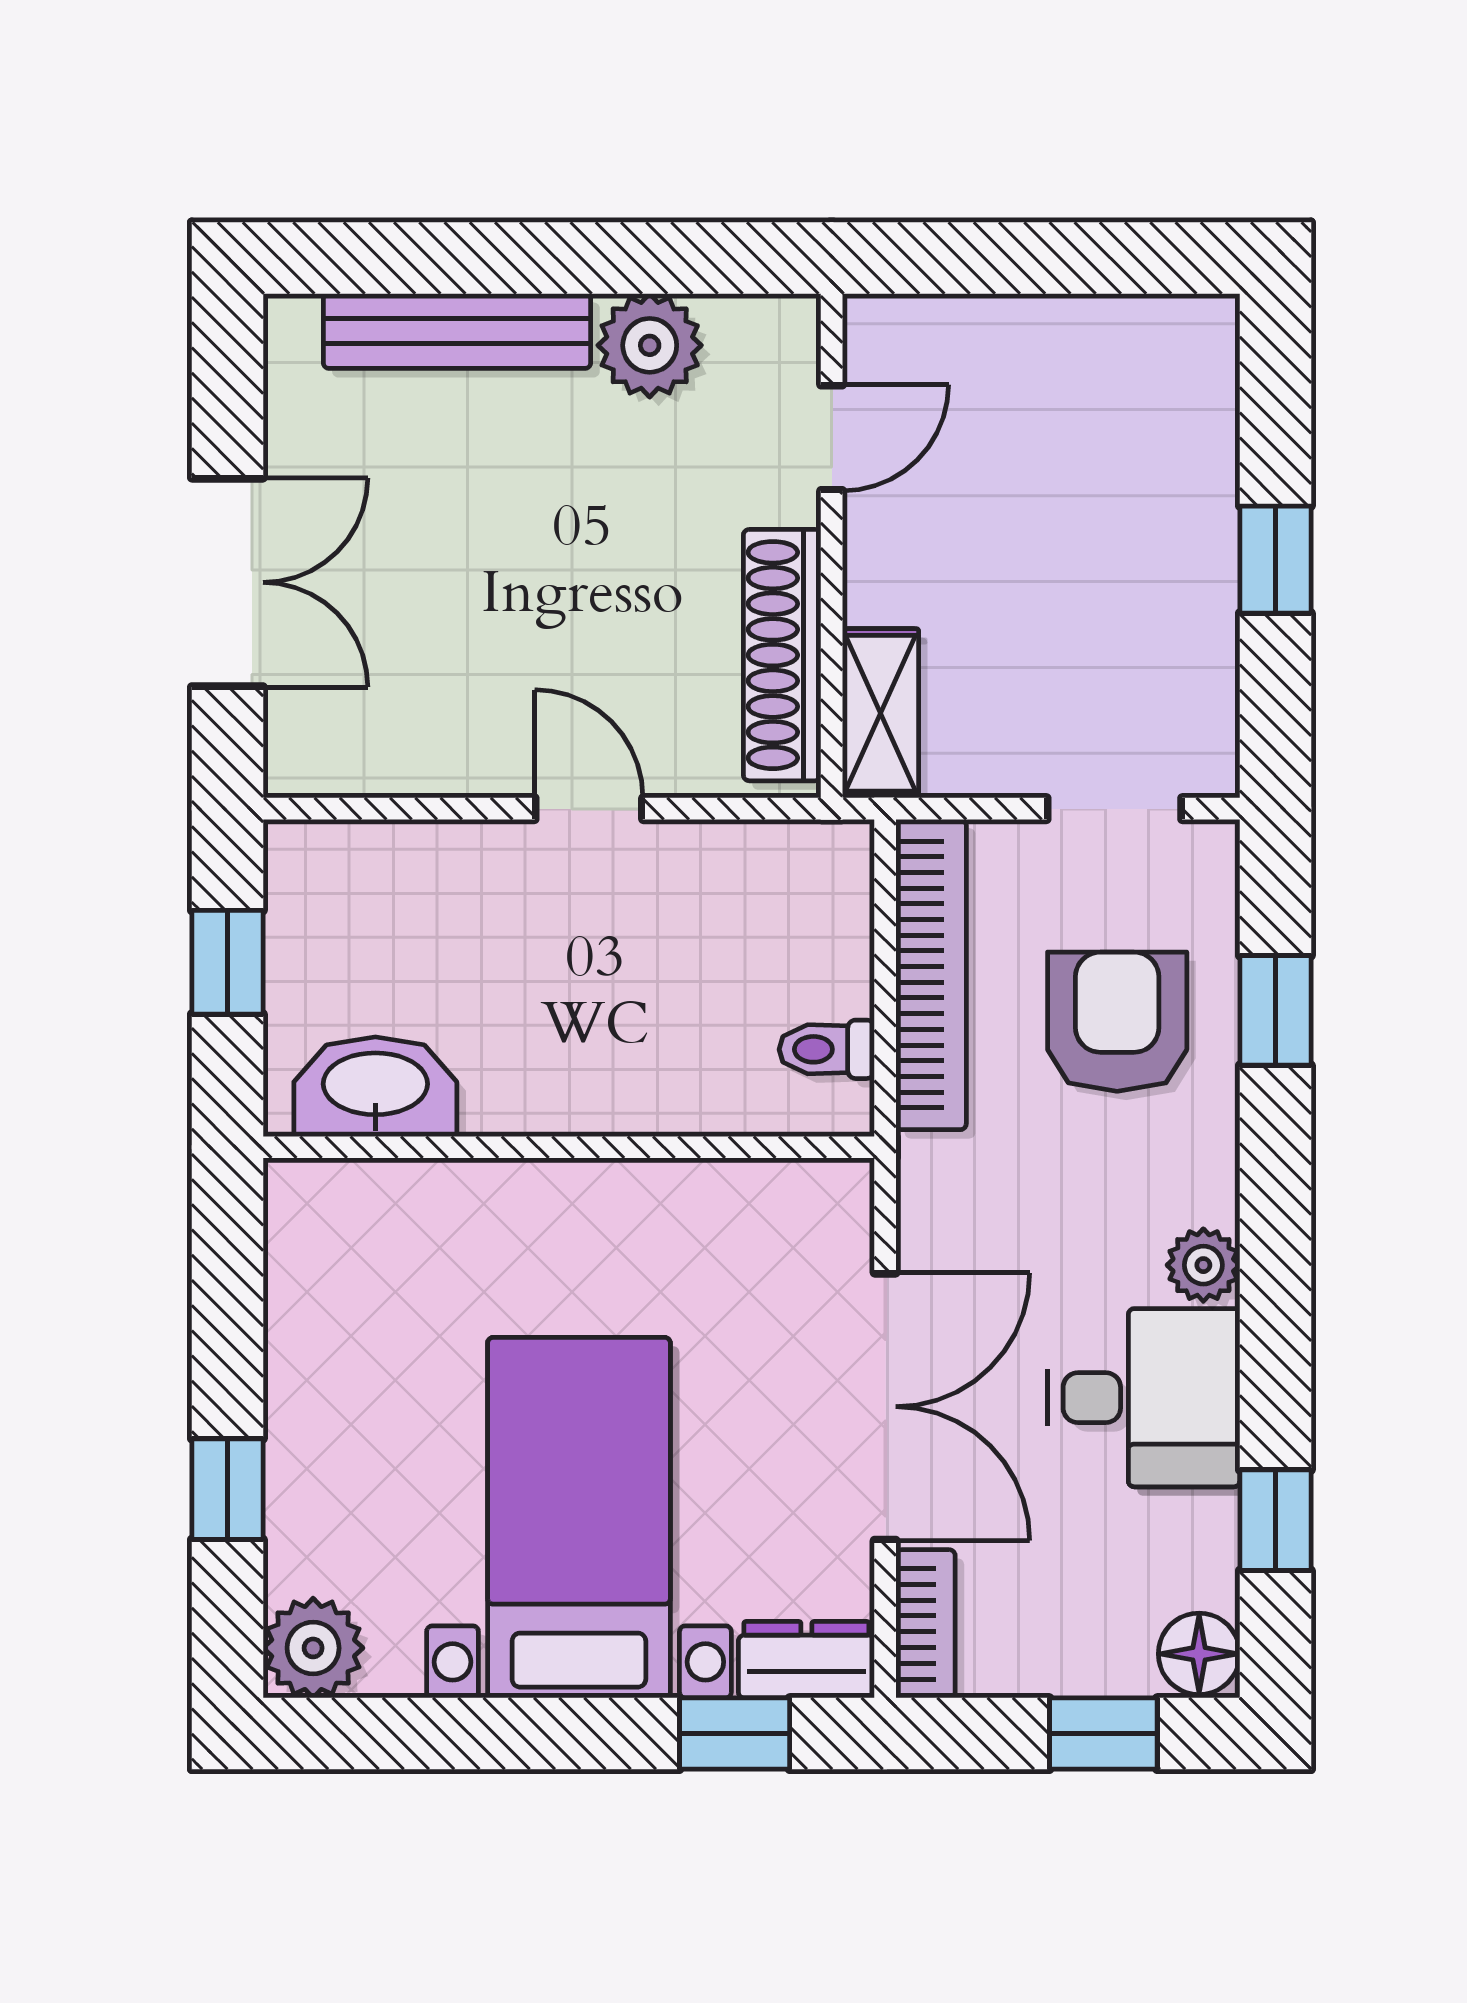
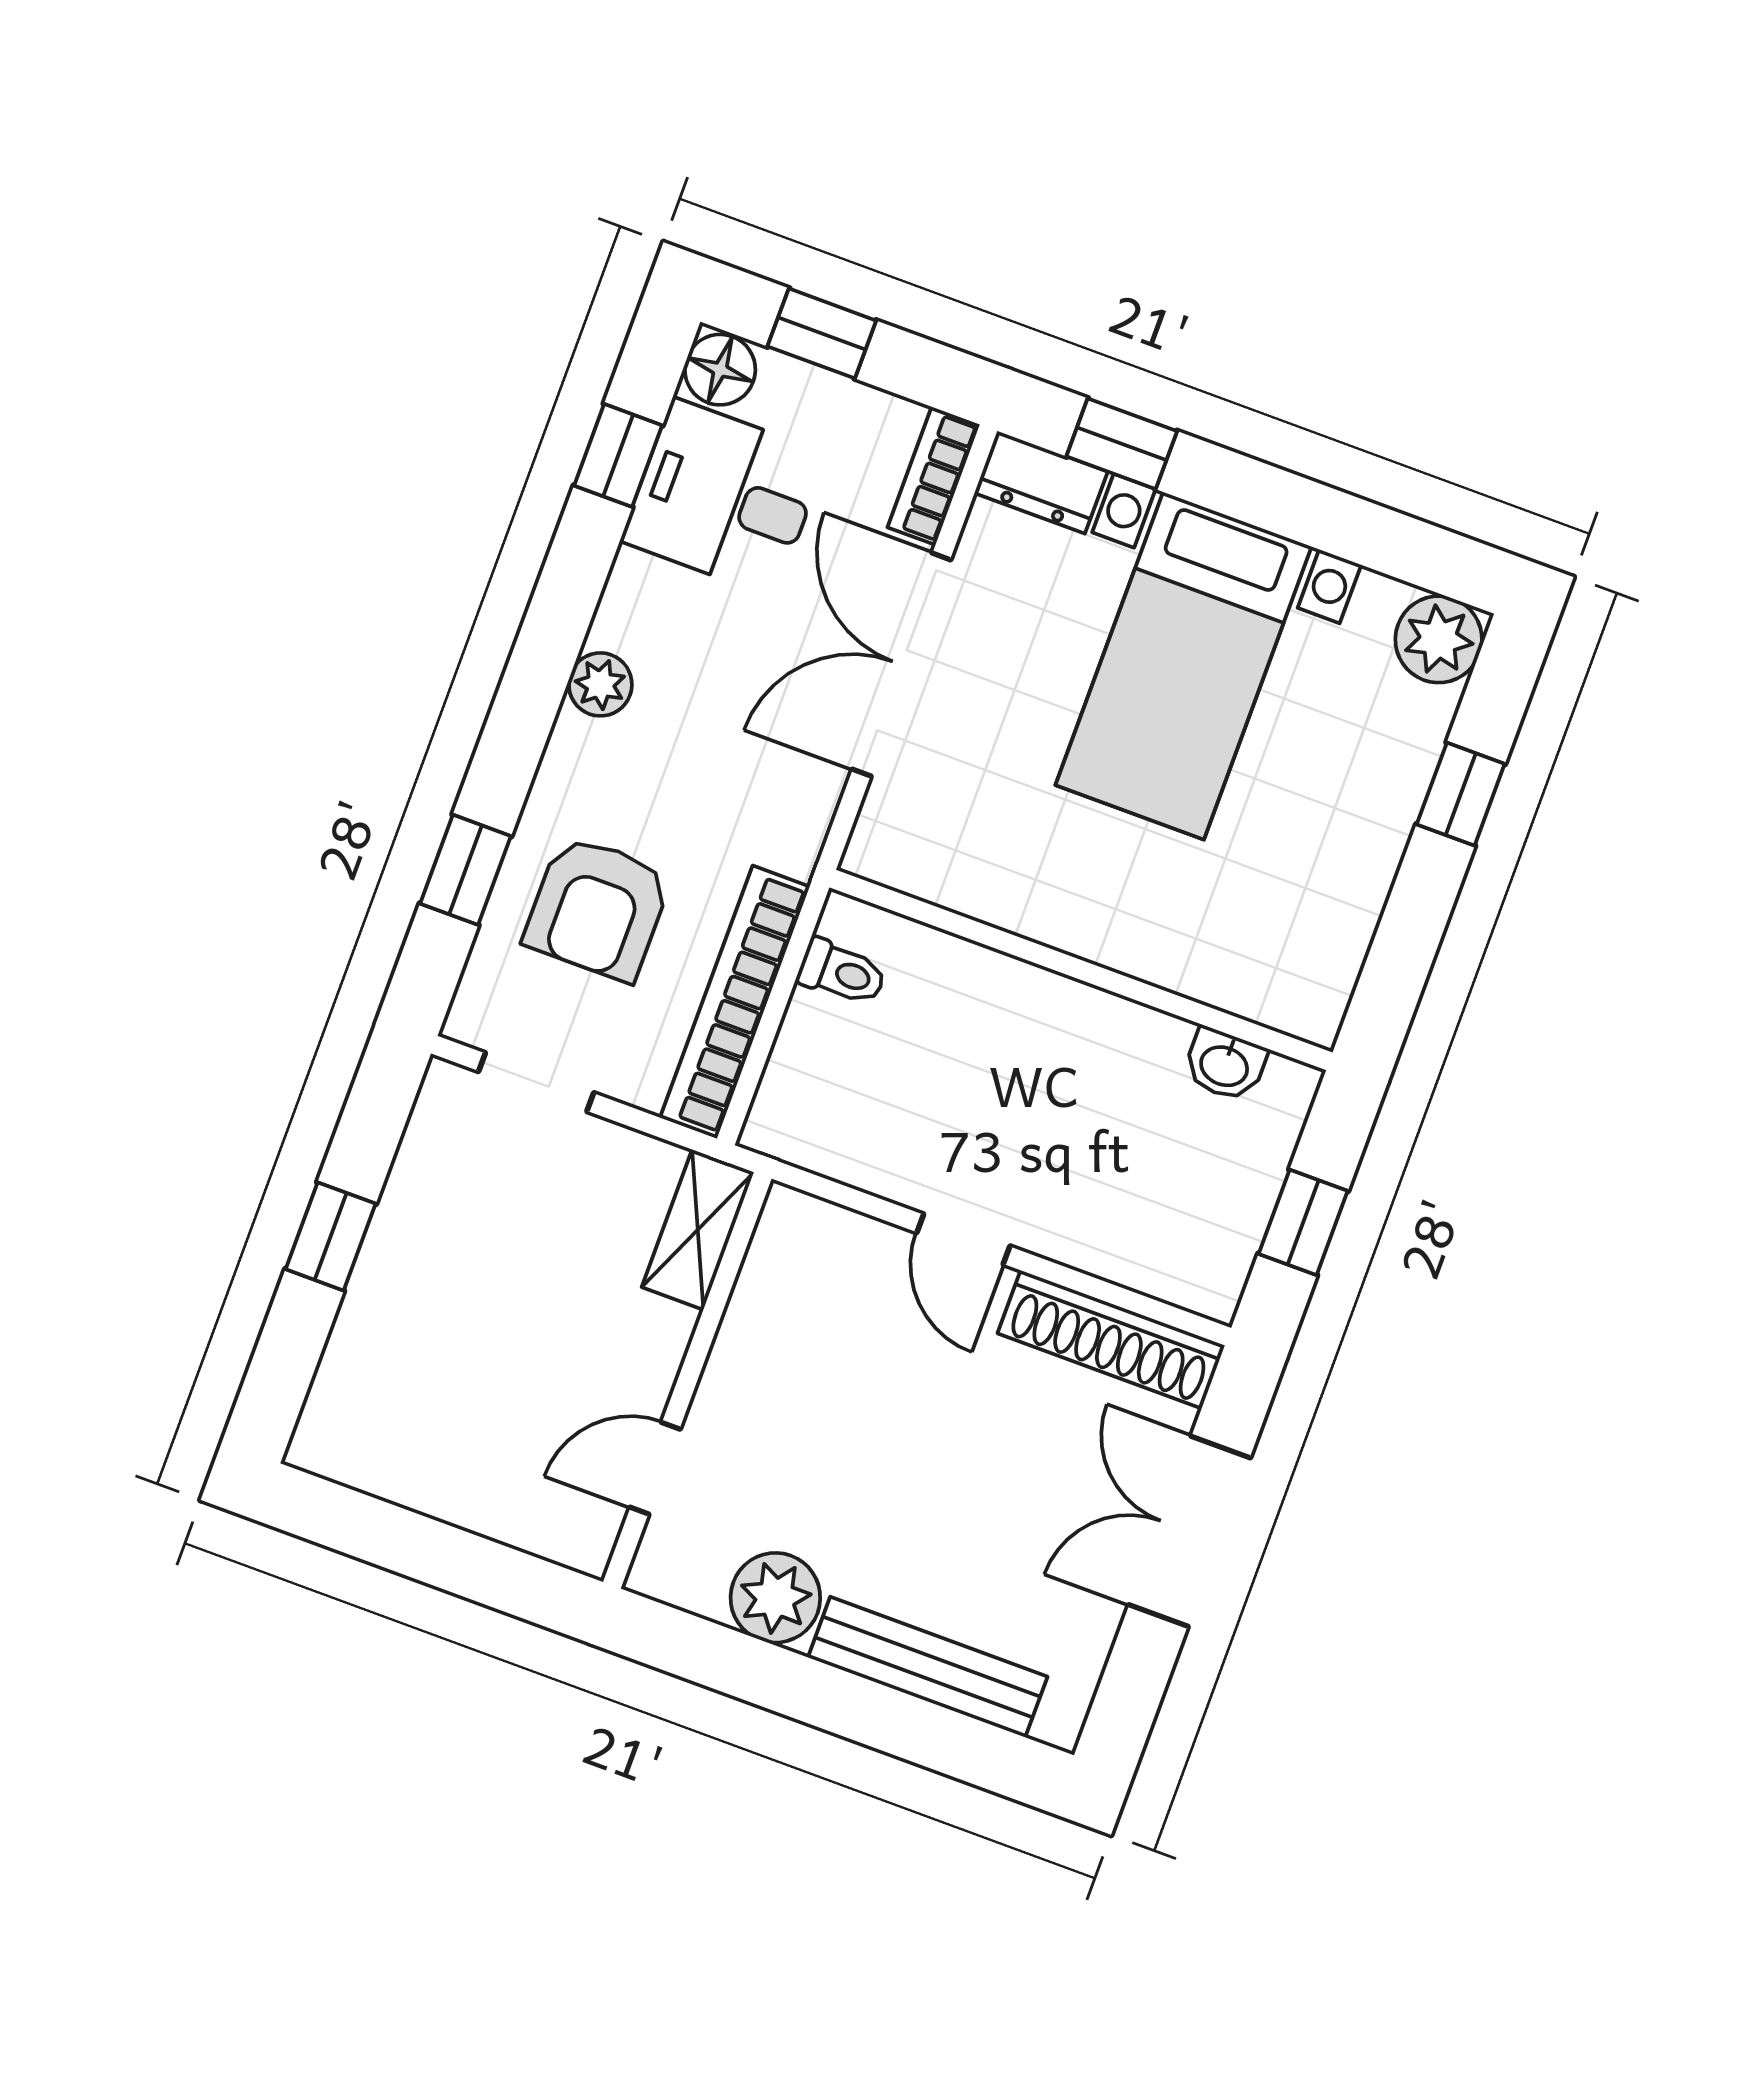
shoe rack: (782, 655) -> (1111, 1339), moved, turned 90
washbasin: (375, 1087) -> (1225, 1065), width x0.52, depth x0.69
desk: (1144, 1398) -> (724, 498), moved

